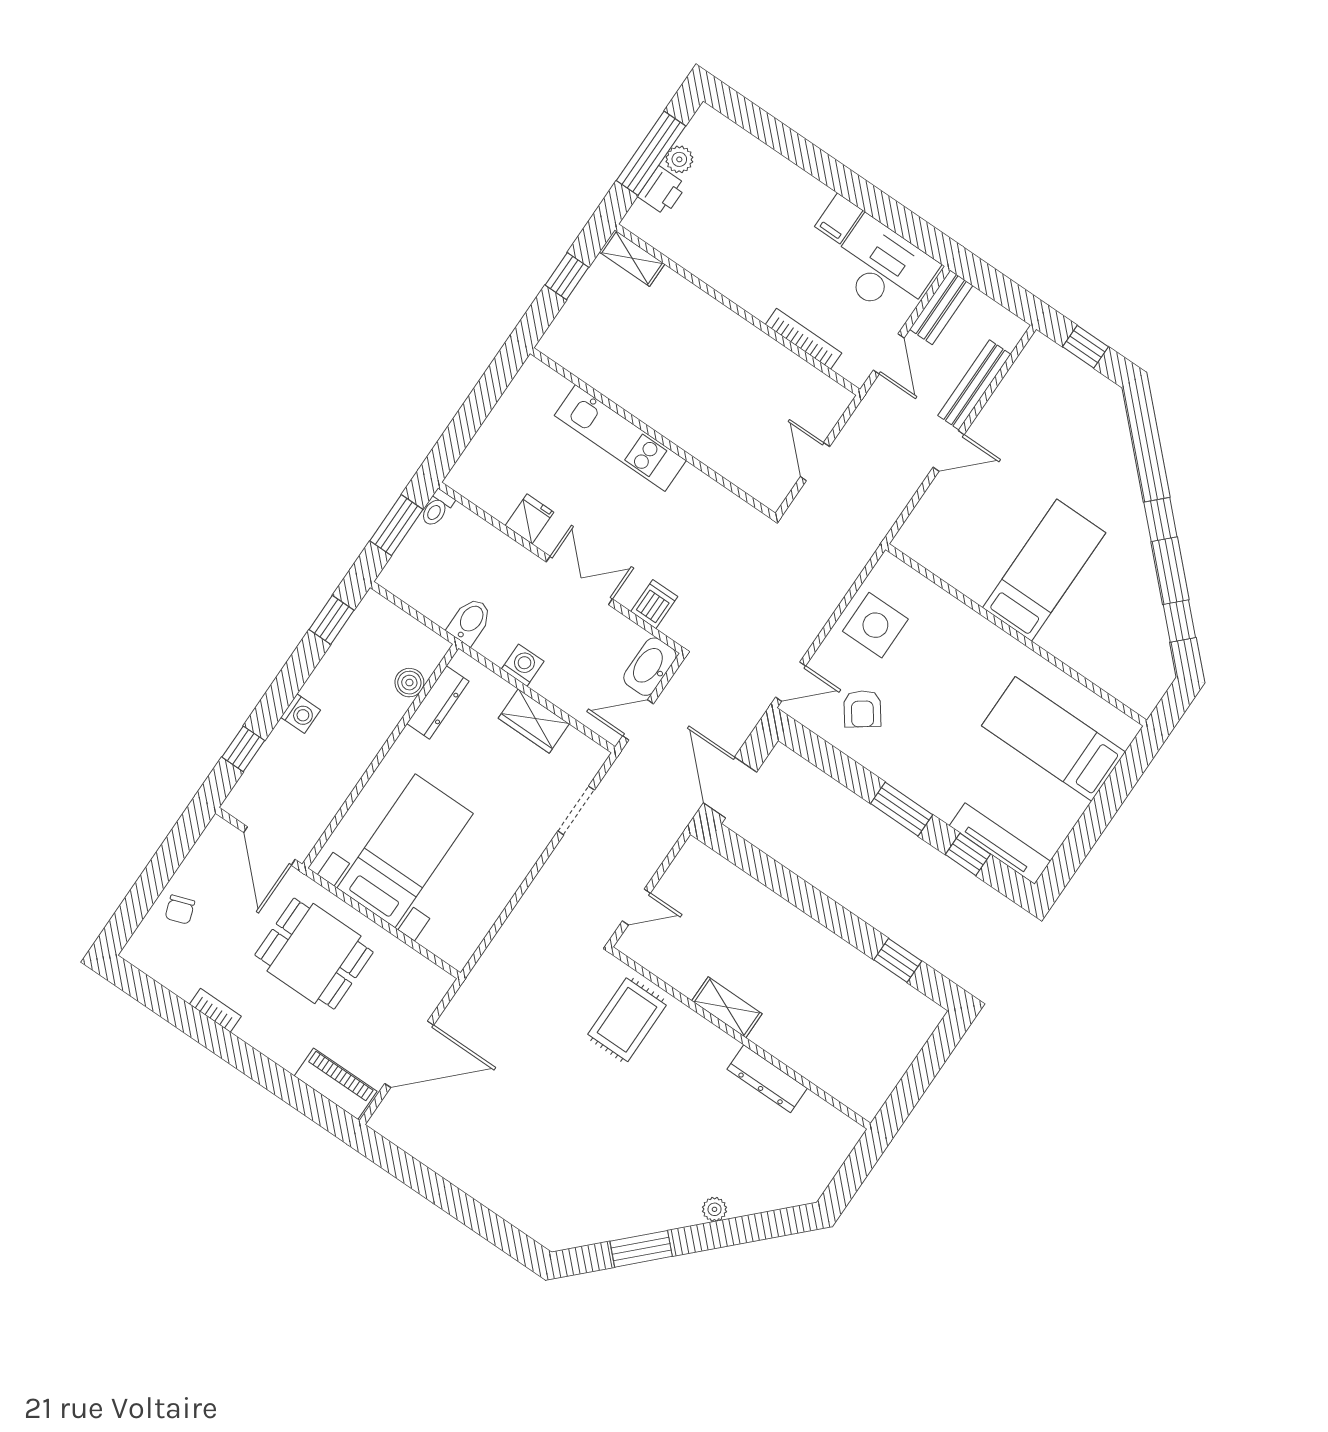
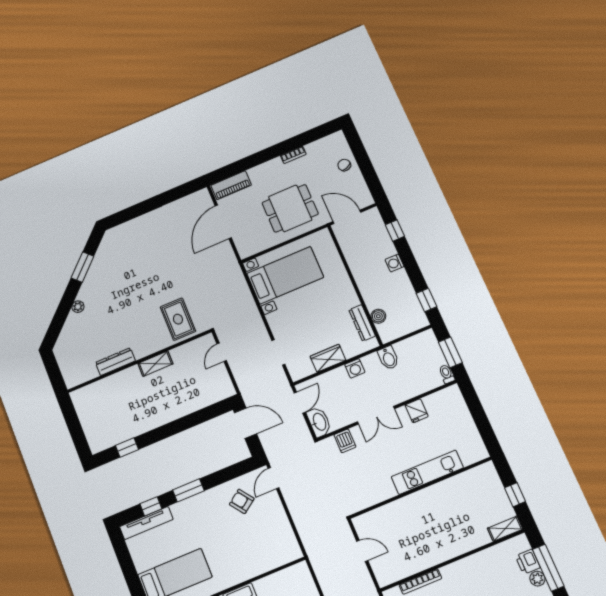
side table: (875, 625) -> (274, 531), removed
bed with nightstands: (405, 851) -> (285, 275), moved, turned -90

